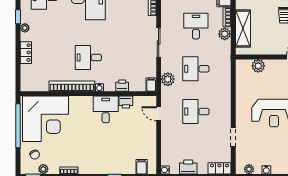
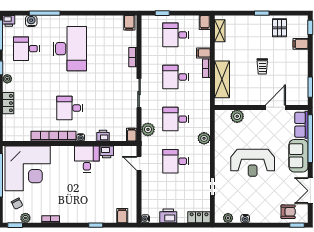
desk: (196, 26) -> (176, 77), turned -90
plant: (225, 34) -> (204, 138), moved

